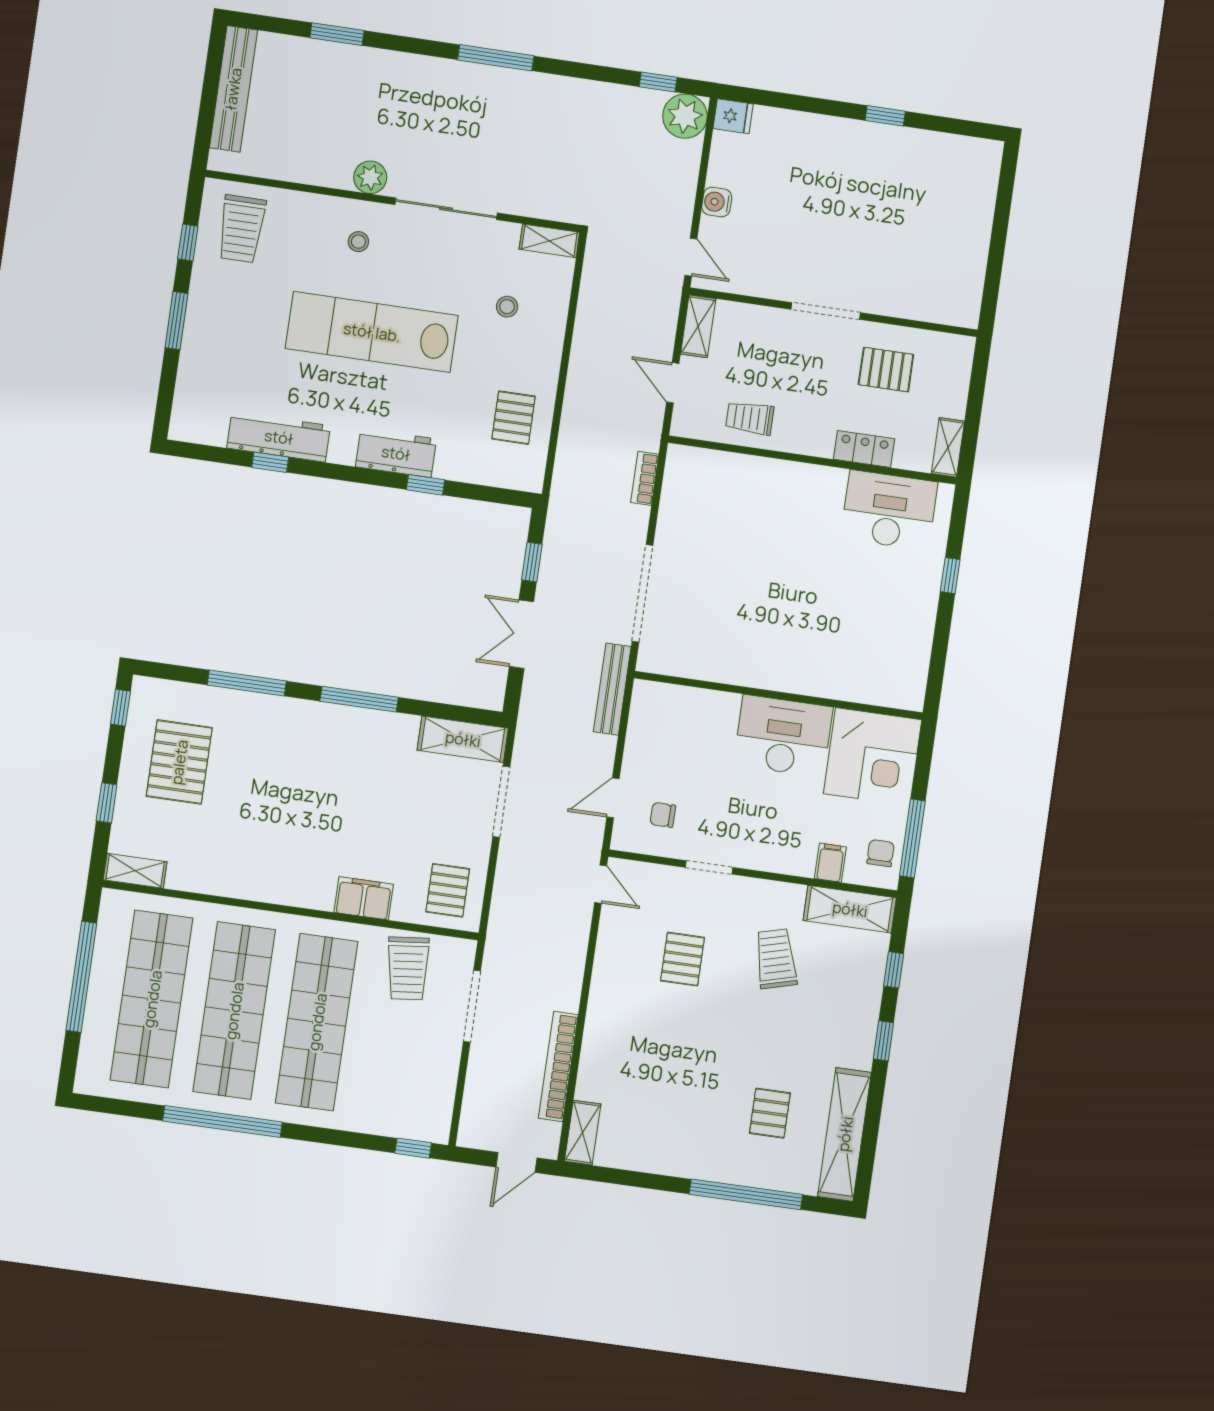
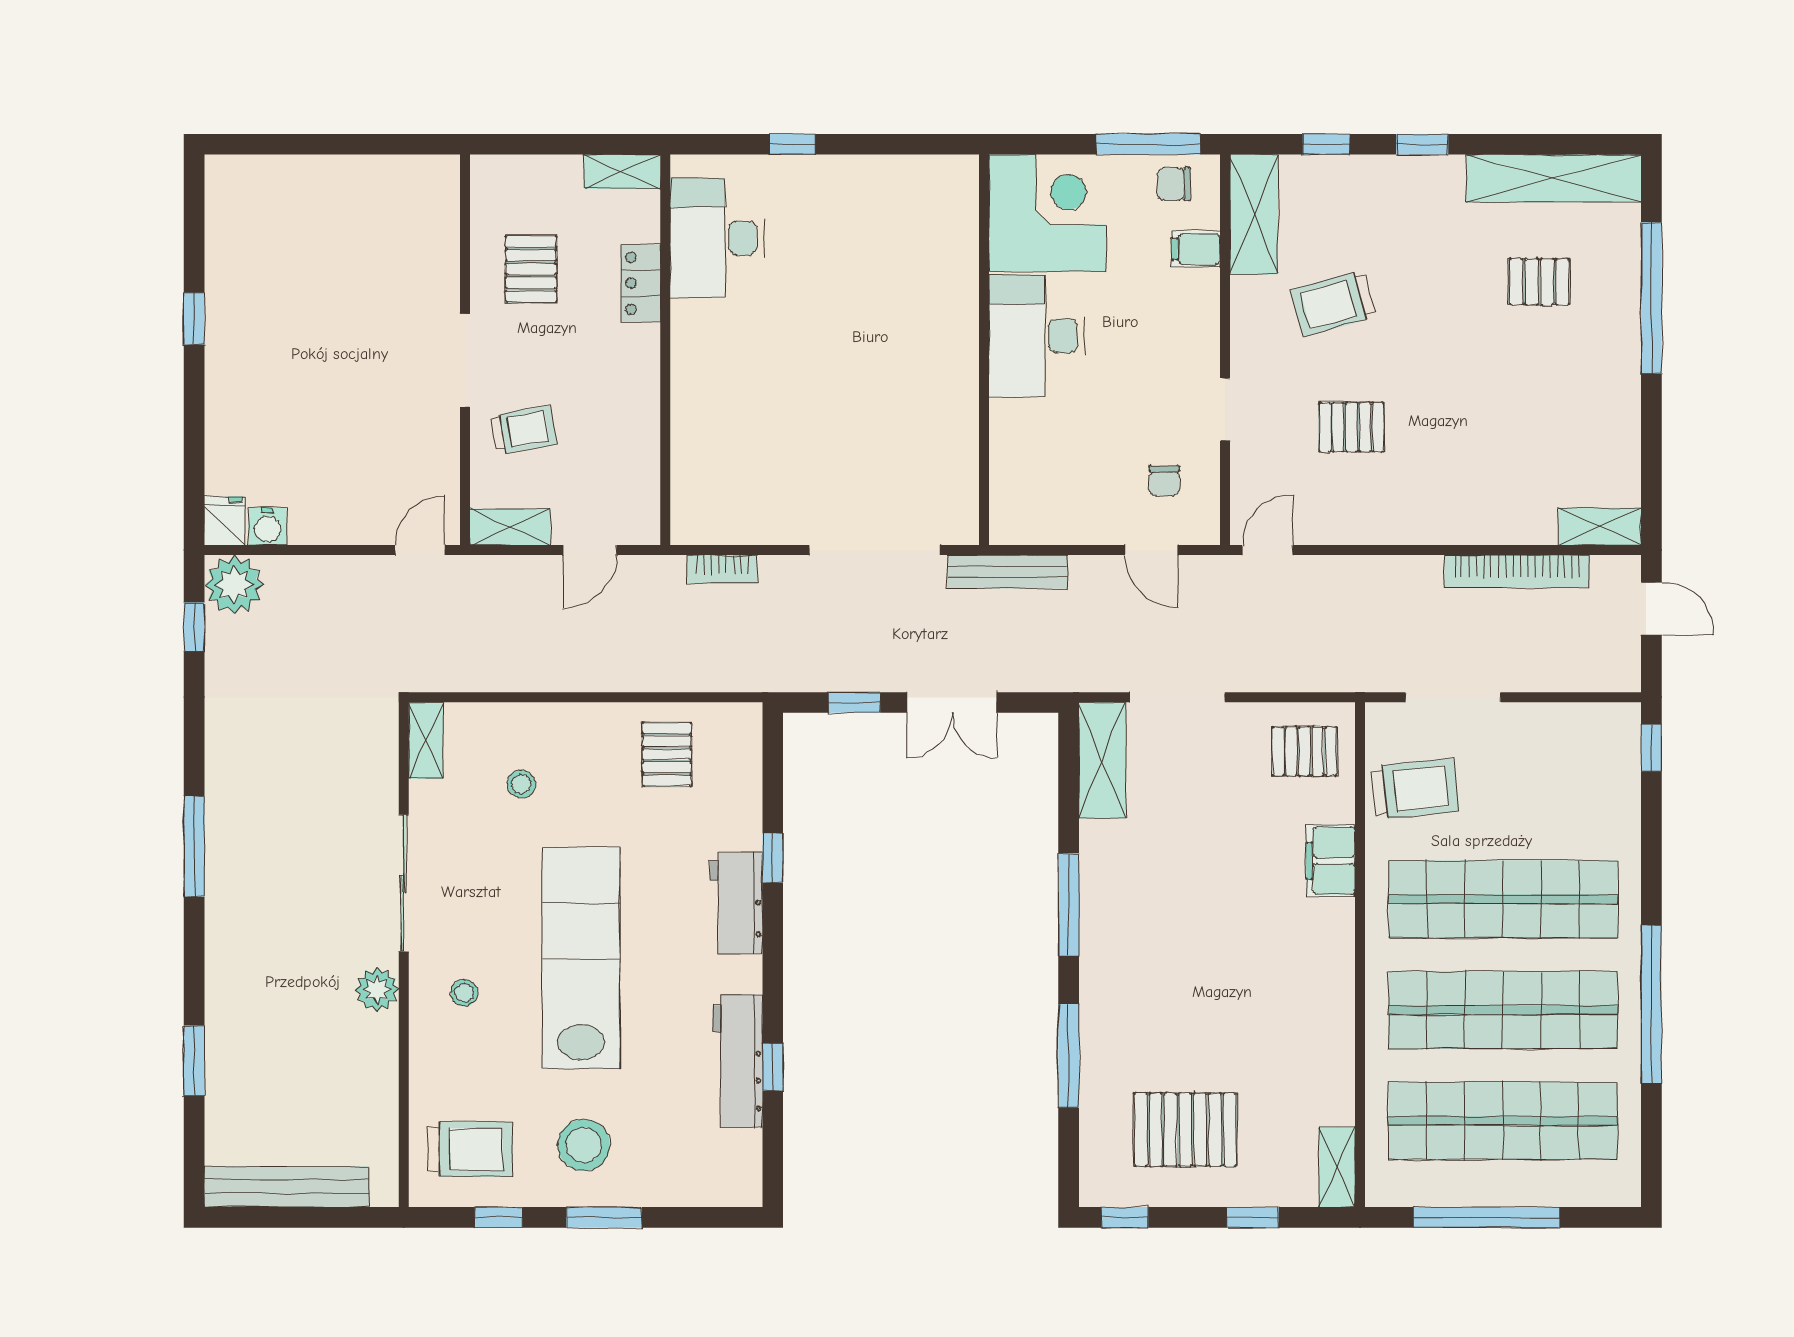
water cooler: (717, 202) -> (267, 526), moved
stool: (233, 314) -> (584, 1145), added
lab bench: (372, 332) -> (581, 958), turned 180
pallet: (514, 418) -> (667, 754), turned 90
trolley: (750, 418) -> (524, 430), moved, turned -100

